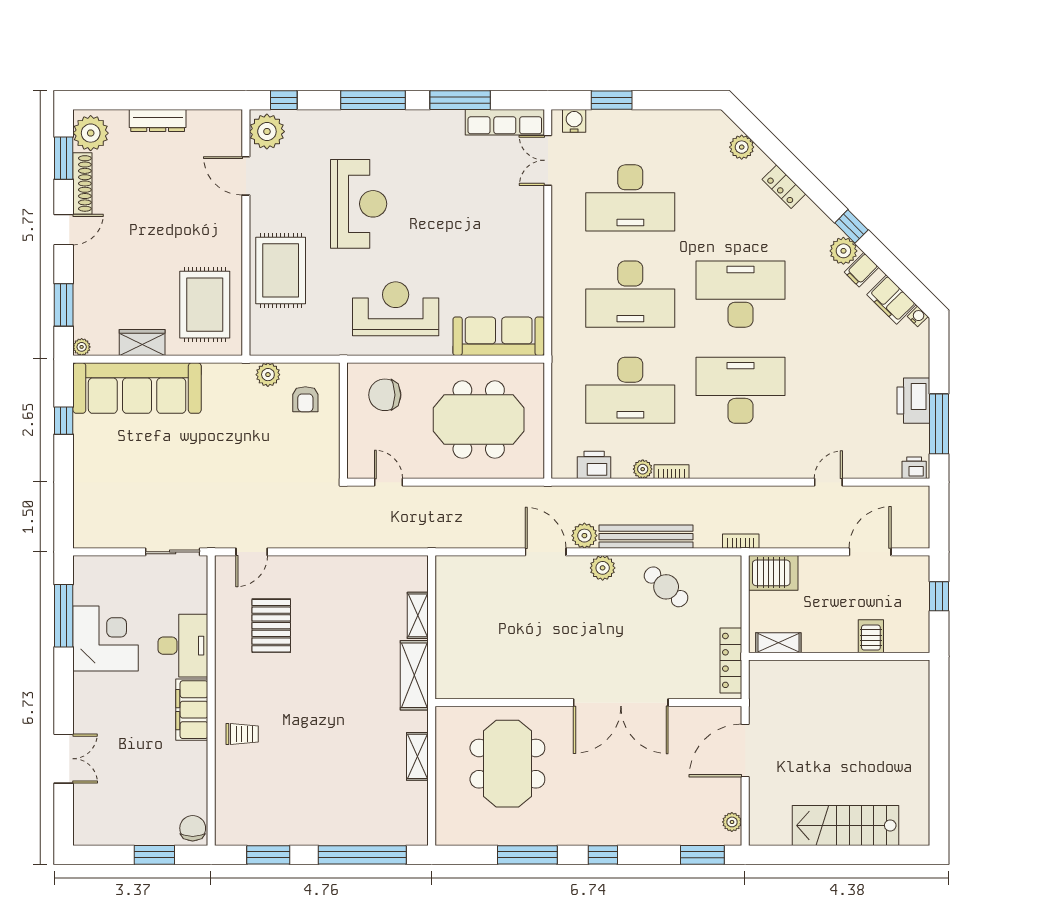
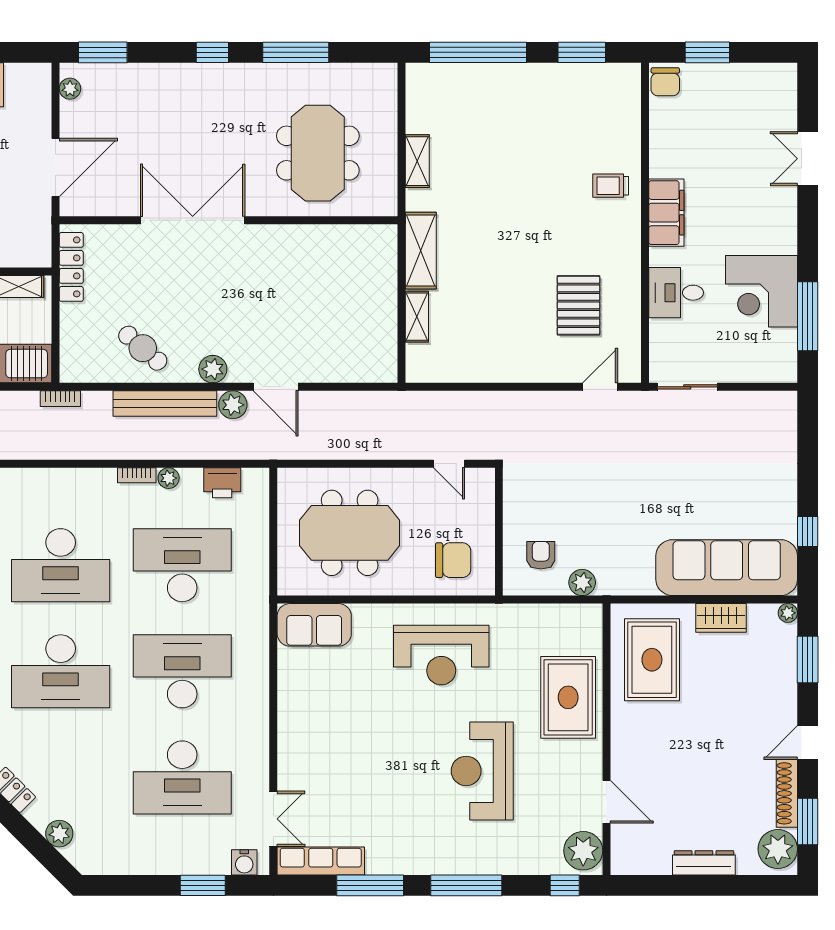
desk: (630, 198) -> (182, 777), turned 180
sofa: (499, 336) -> (314, 625), width x0.73
desk: (183, 646) -> (676, 293), width x0.73

